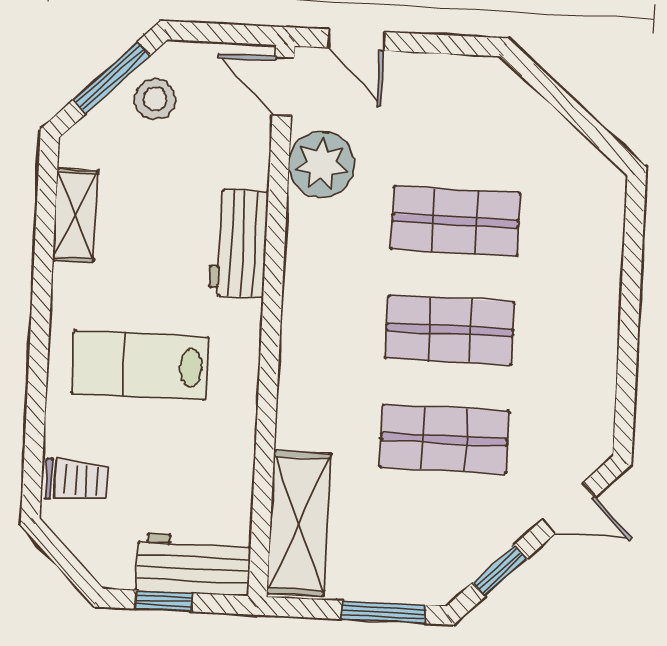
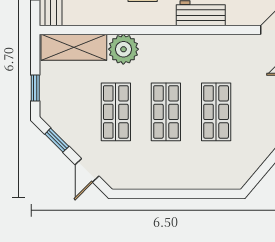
plant: (321, 164) -> (123, 49), moved
window: (383, 612) -> (35, 88), width x0.67

